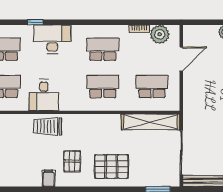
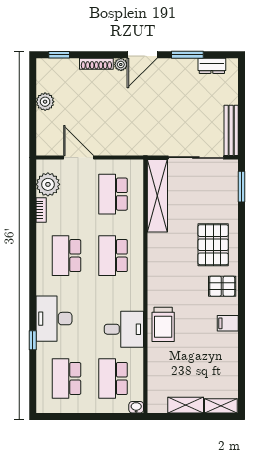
pallet: (72, 161) -> (222, 286), moved

